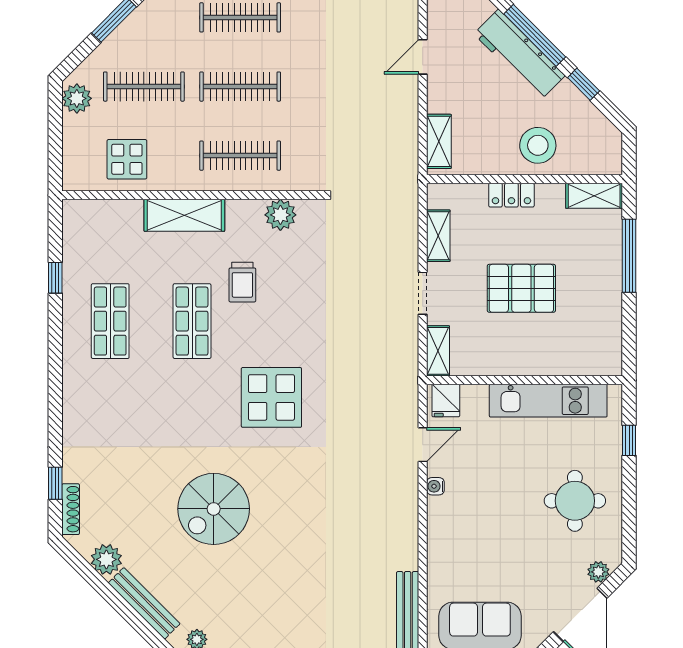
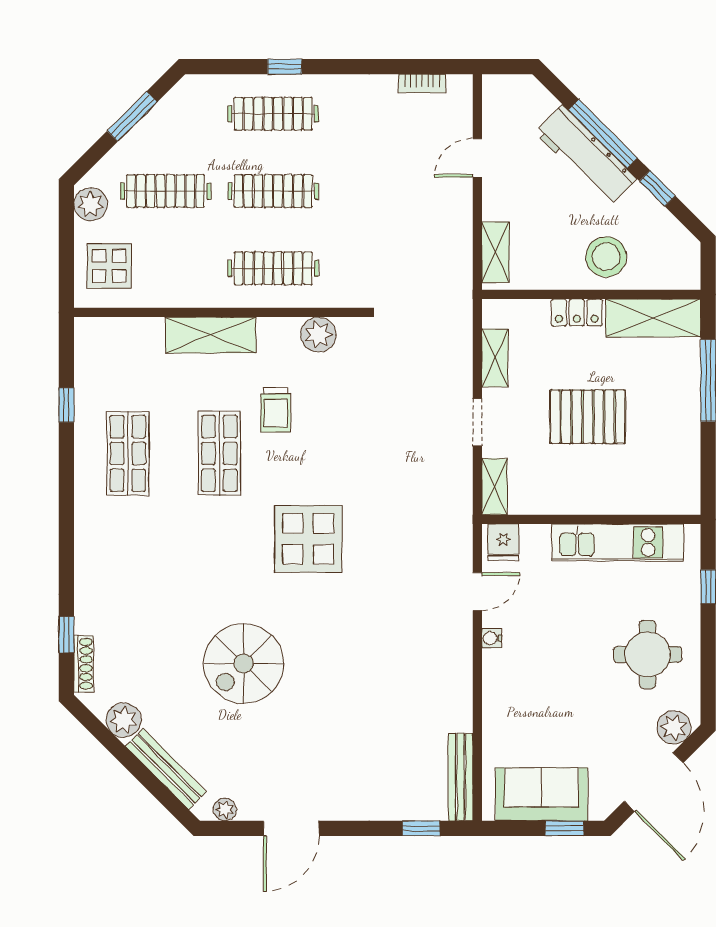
display table: (127, 159) -> (109, 266), moved
shelving: (594, 196) -> (653, 318), width x1.50, depth x1.33
plant: (598, 572) -> (674, 727), width x1.38, depth x1.38

